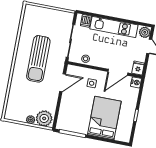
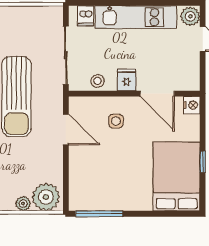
fridge: (138, 68) -> (127, 80), moved
door: (118, 72) -> (157, 94), hinge flipped
door: (63, 83) -> (66, 130), hinge flipped
bed: (104, 118) -> (177, 176), moved

